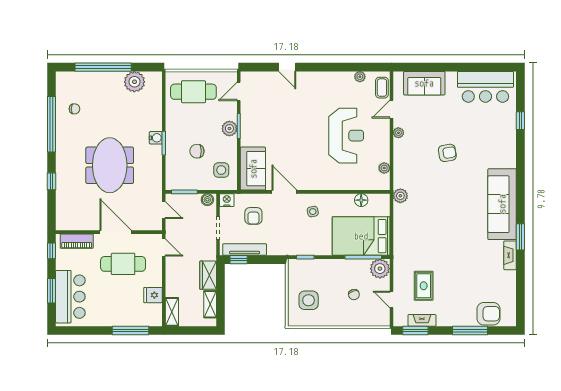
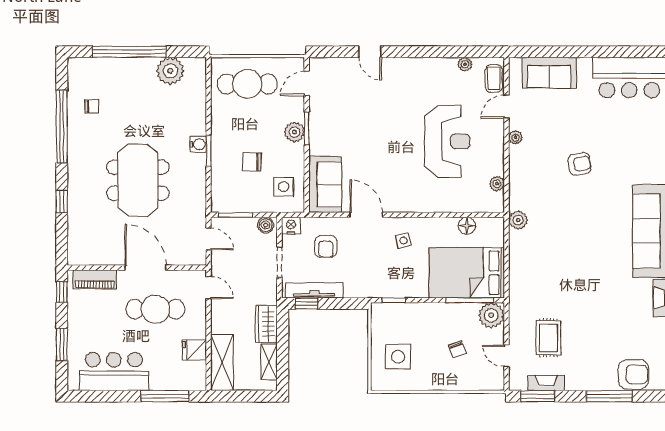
bar counter: (70, 297) -> (114, 372), moved, turned -90
shelving: (172, 312) -> (222, 362), width x1.50, depth x1.33

